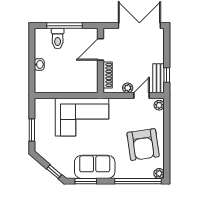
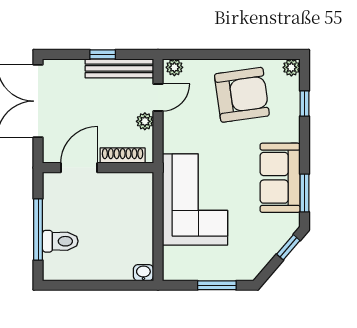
door: (101, 49) -> (79, 168), swing flipped
washbasin: (39, 64) -> (143, 273), moved
window: (167, 75) -> (103, 54), moved
bench: (159, 78) -> (119, 68), width x1.36
door: (141, 96) -> (158, 98), swing flipped
window: (138, 181) -> (305, 104), width x0.32

